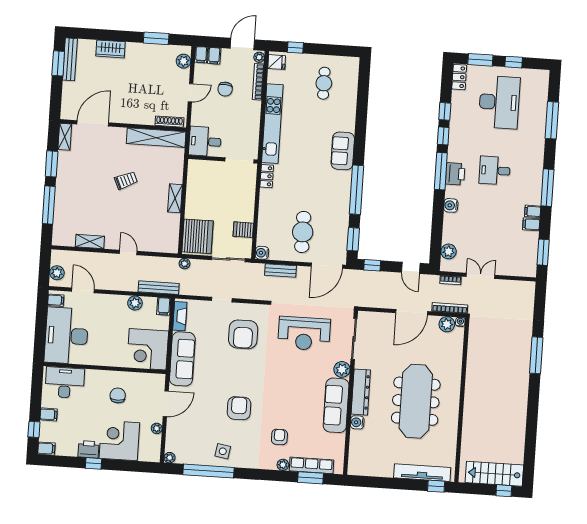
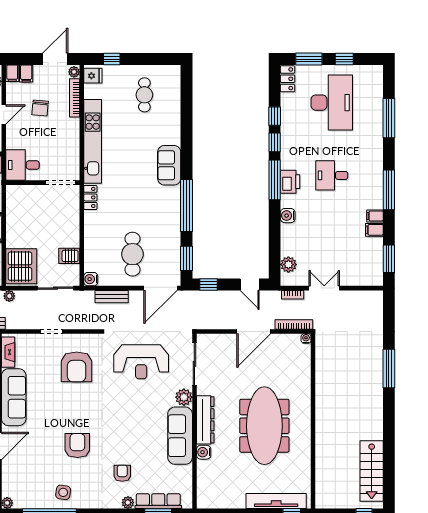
plant: (447, 324) -> (292, 342), removed
stairs: (494, 474) -> (372, 471), moved, turned -90

